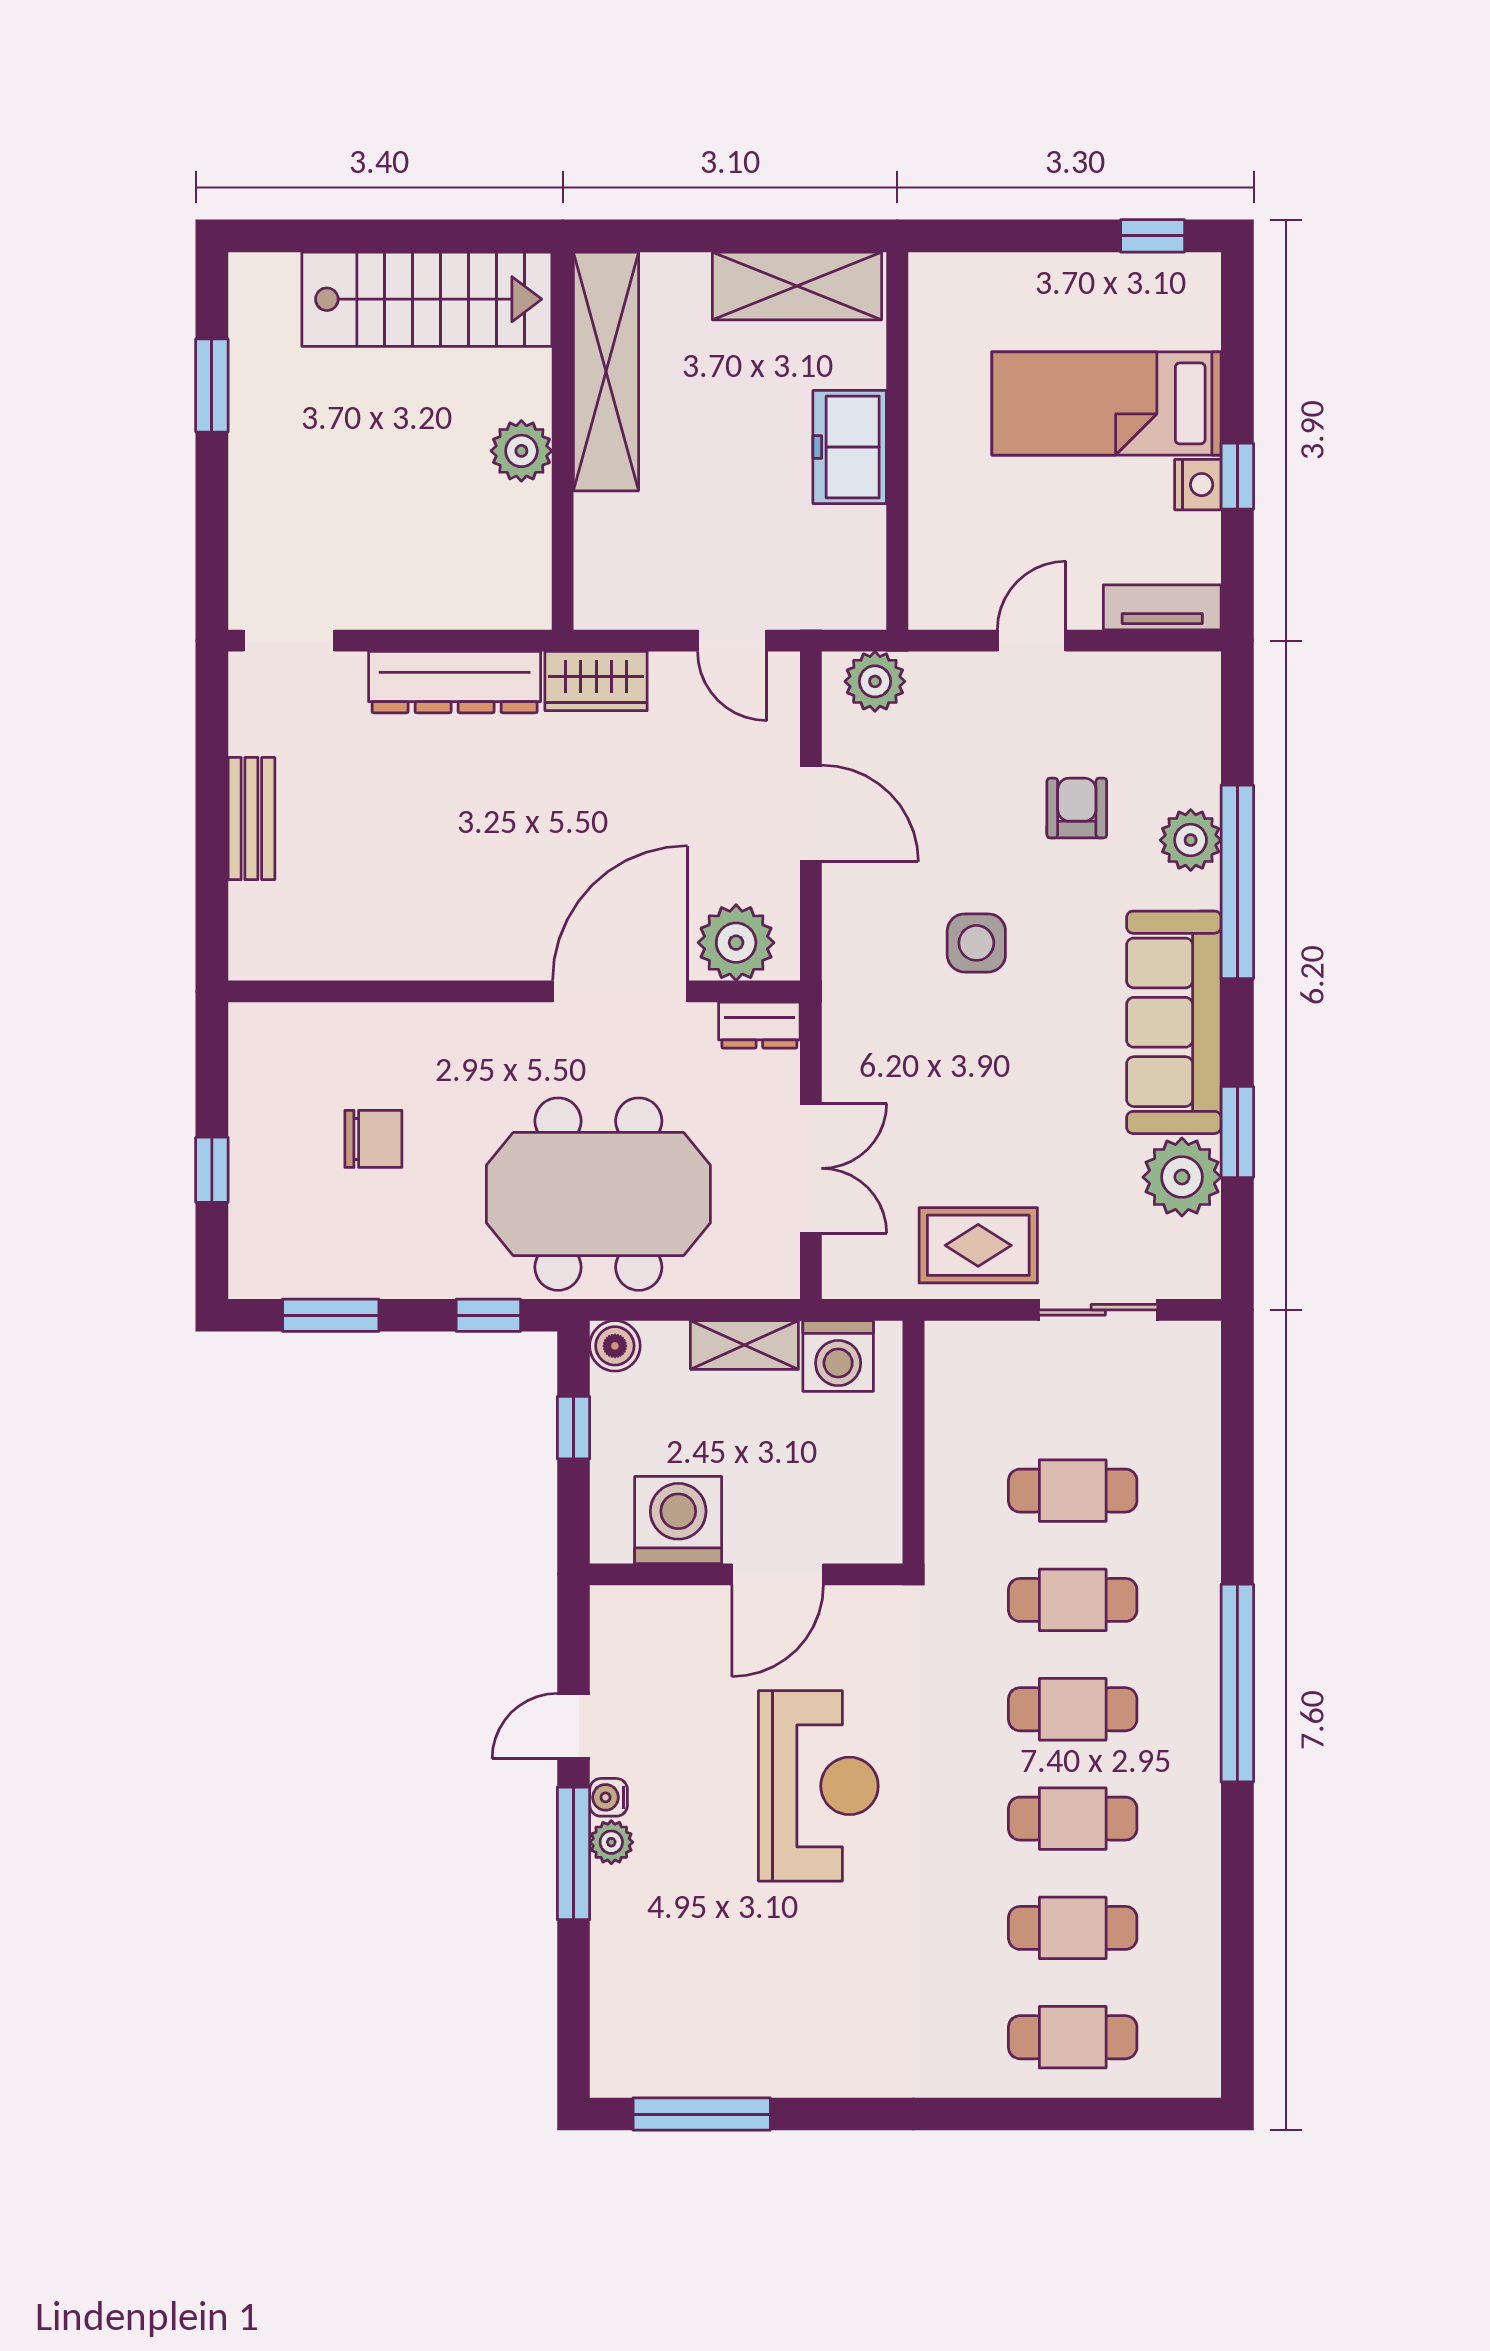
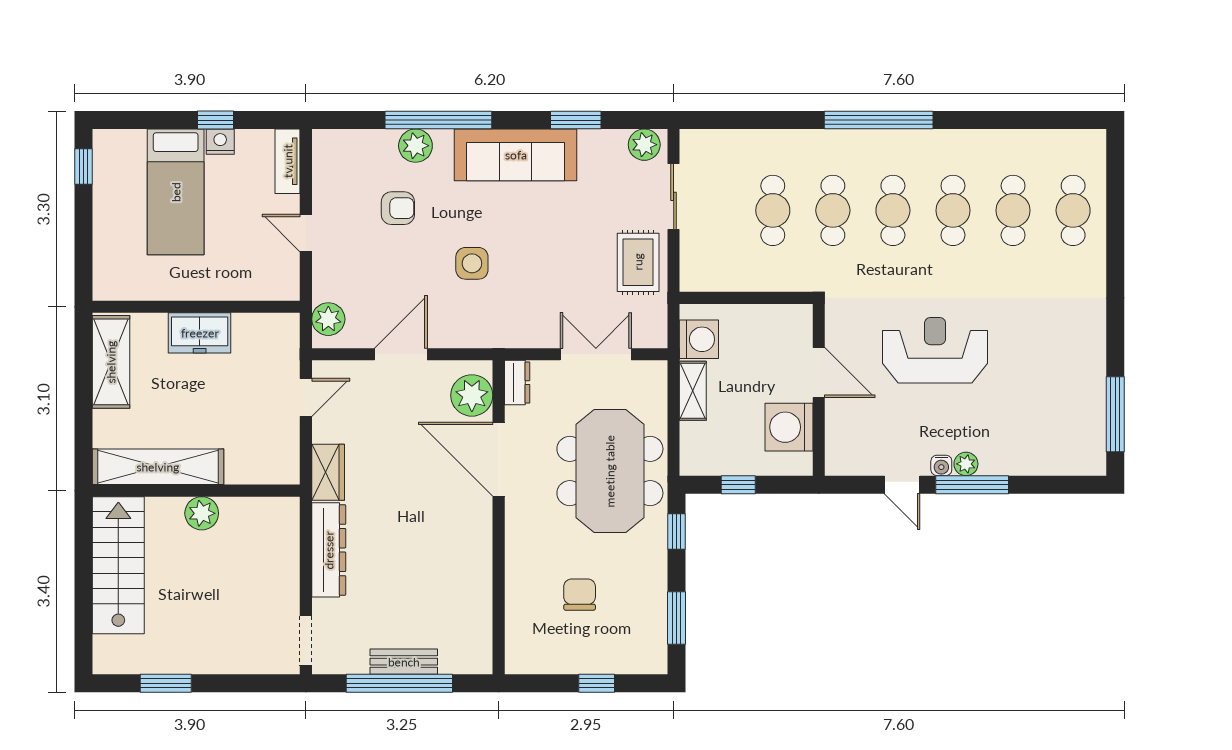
armchair: (1077, 808) -> (398, 208), turned 180
window: (212, 811) -> (399, 683), added
plant: (1182, 1177) -> (644, 145), moved, width x0.73, depth x0.73
boiler: (615, 1346) -> (693, 462), removed

